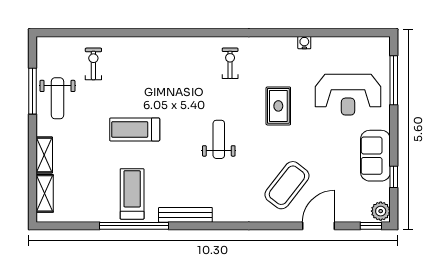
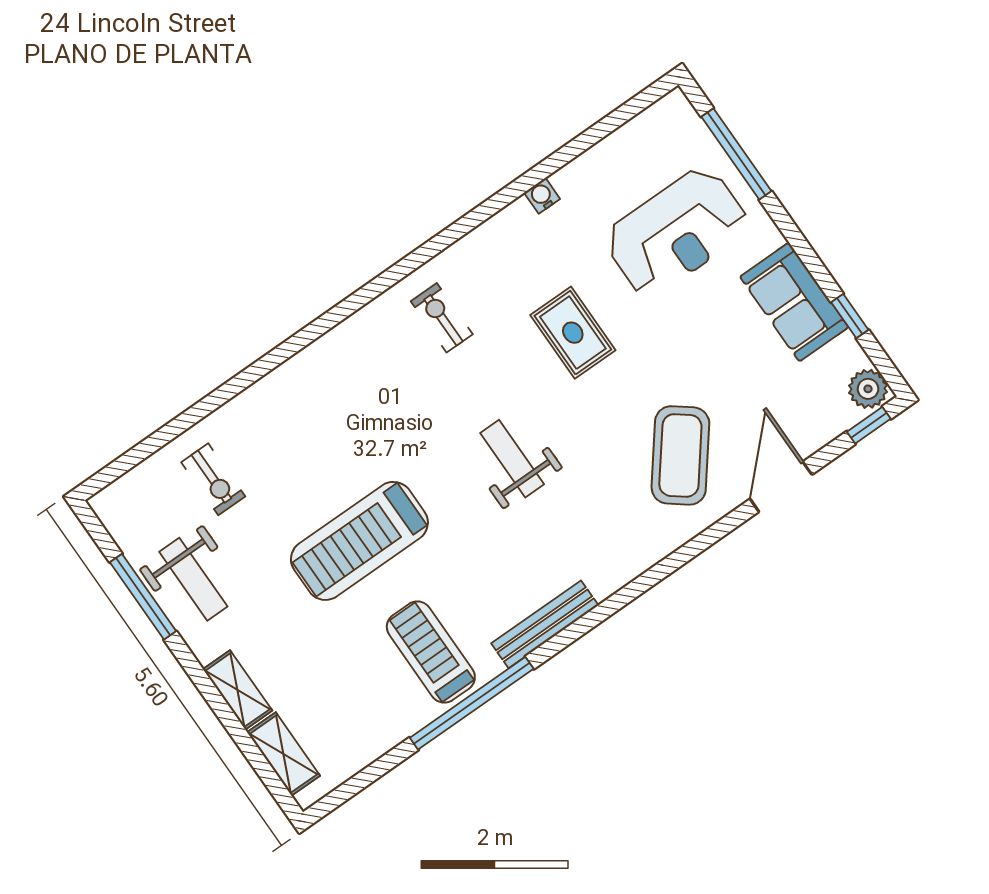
exercise bike: (93, 64) -> (213, 479), turned 180
treadmill: (135, 129) -> (359, 541), width x1.37, depth x1.38

